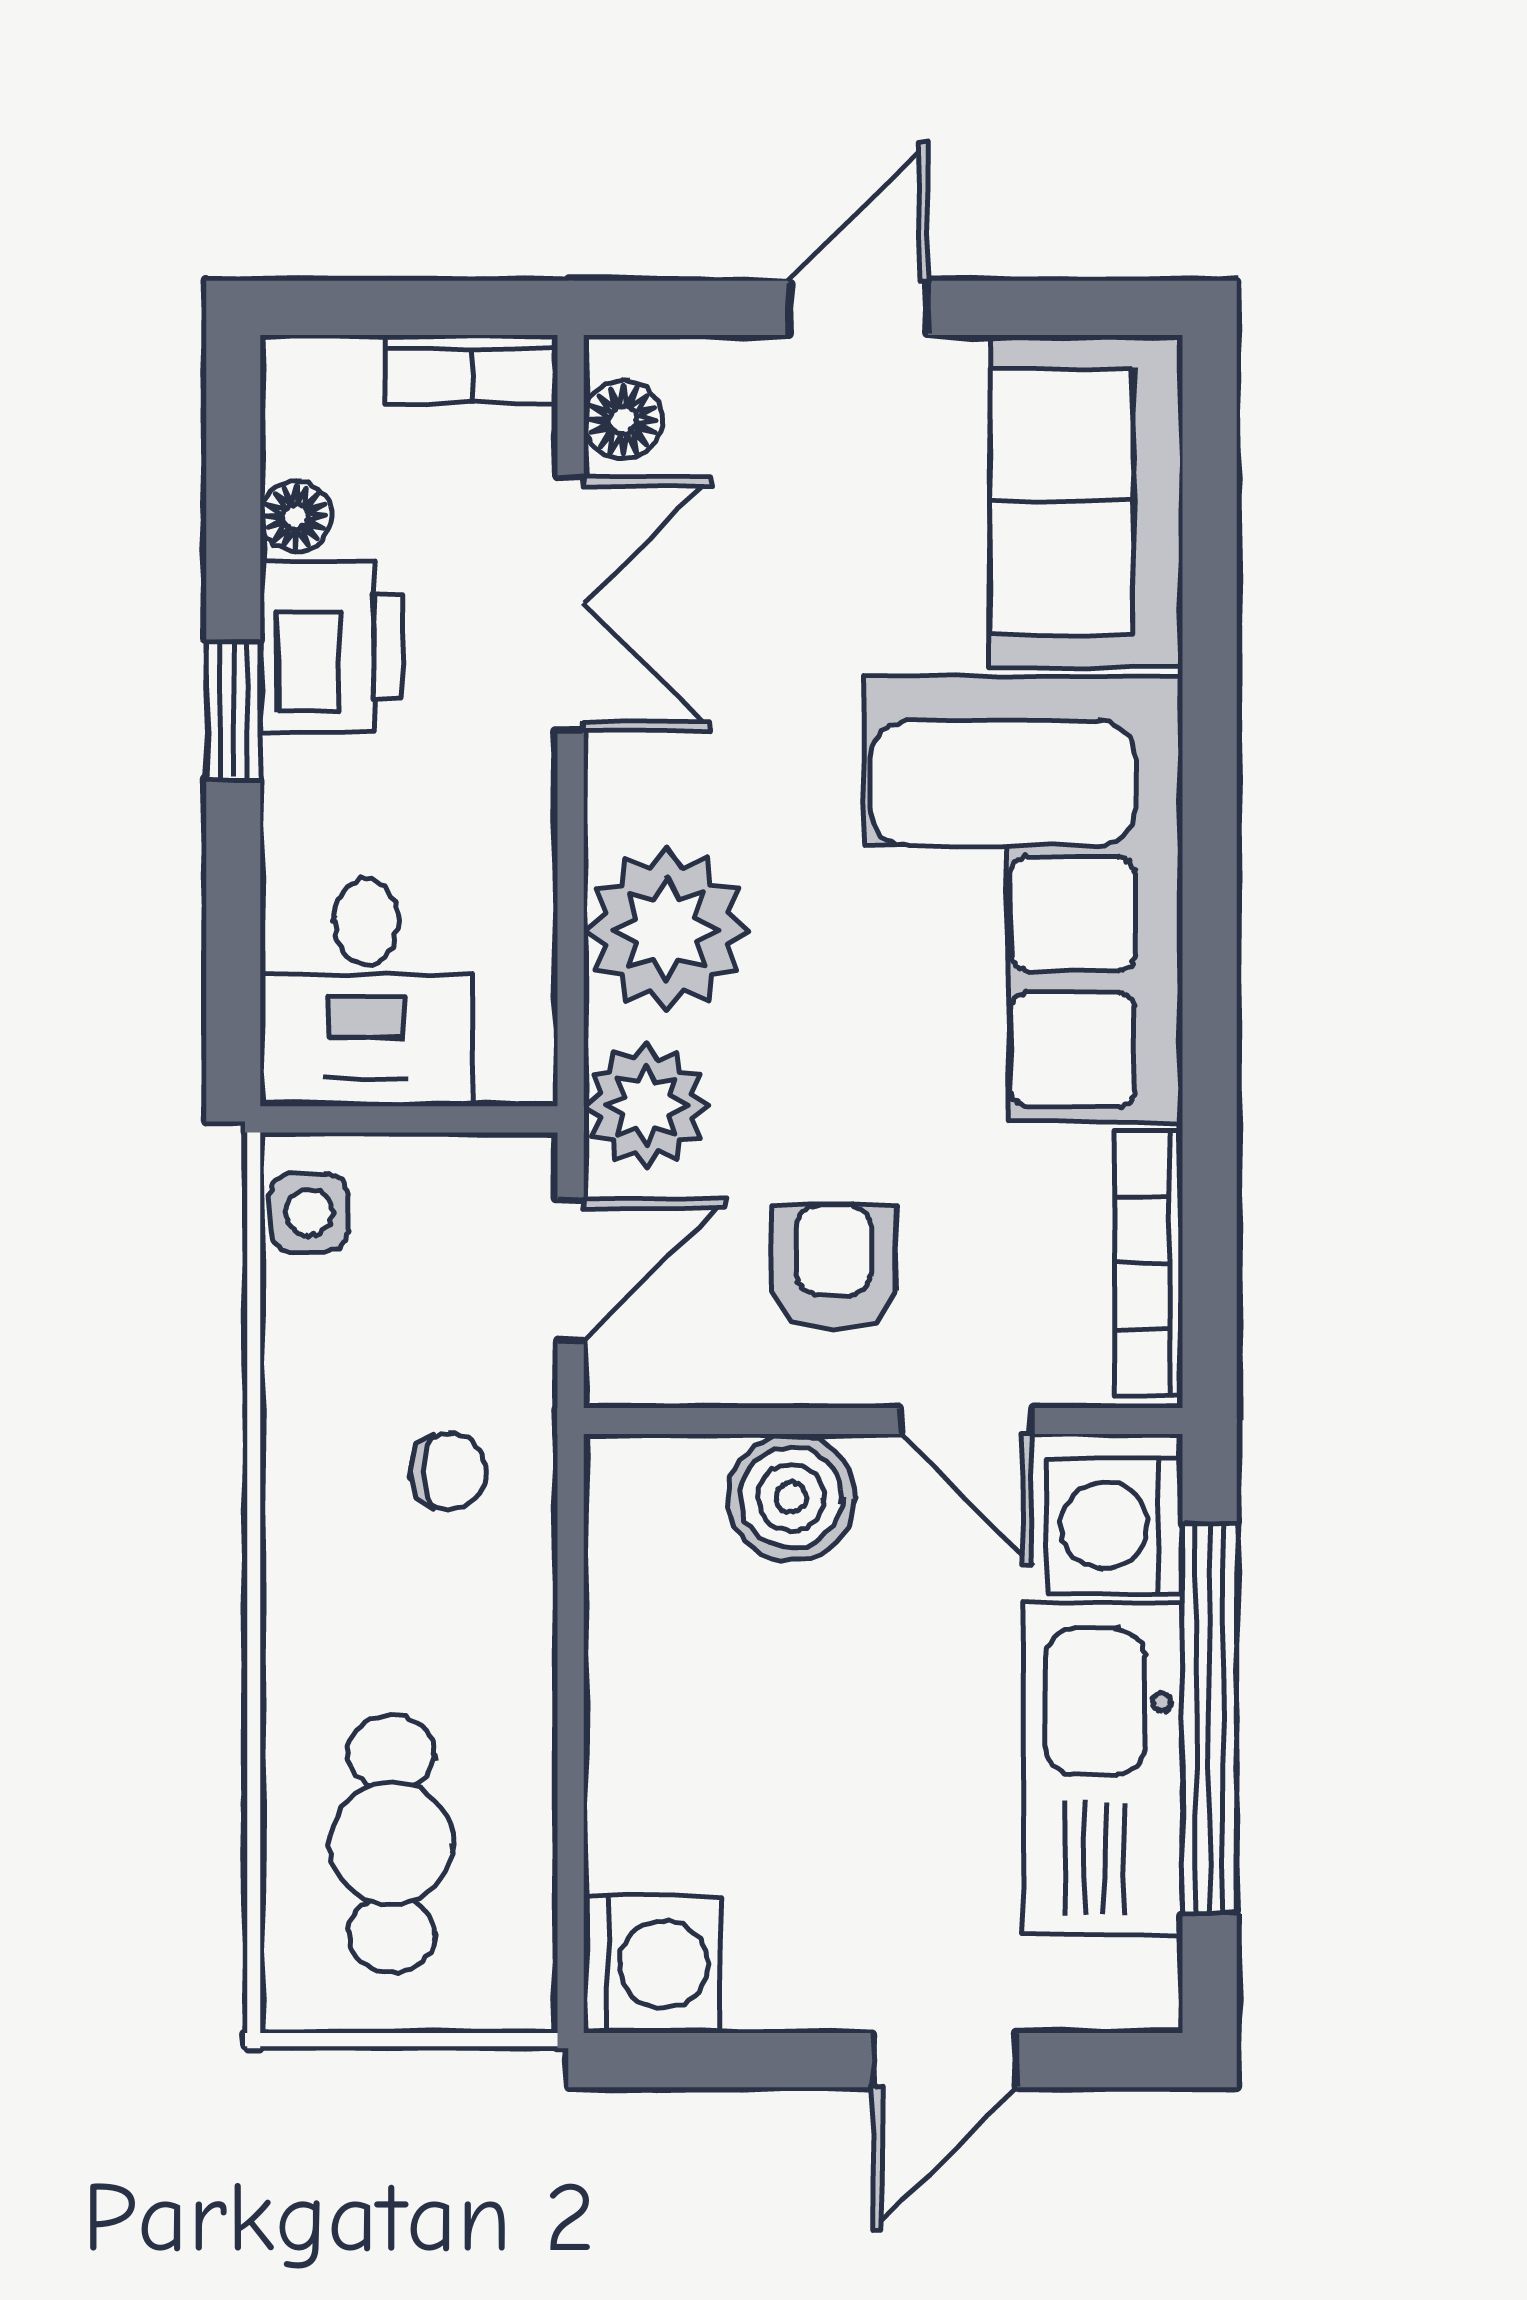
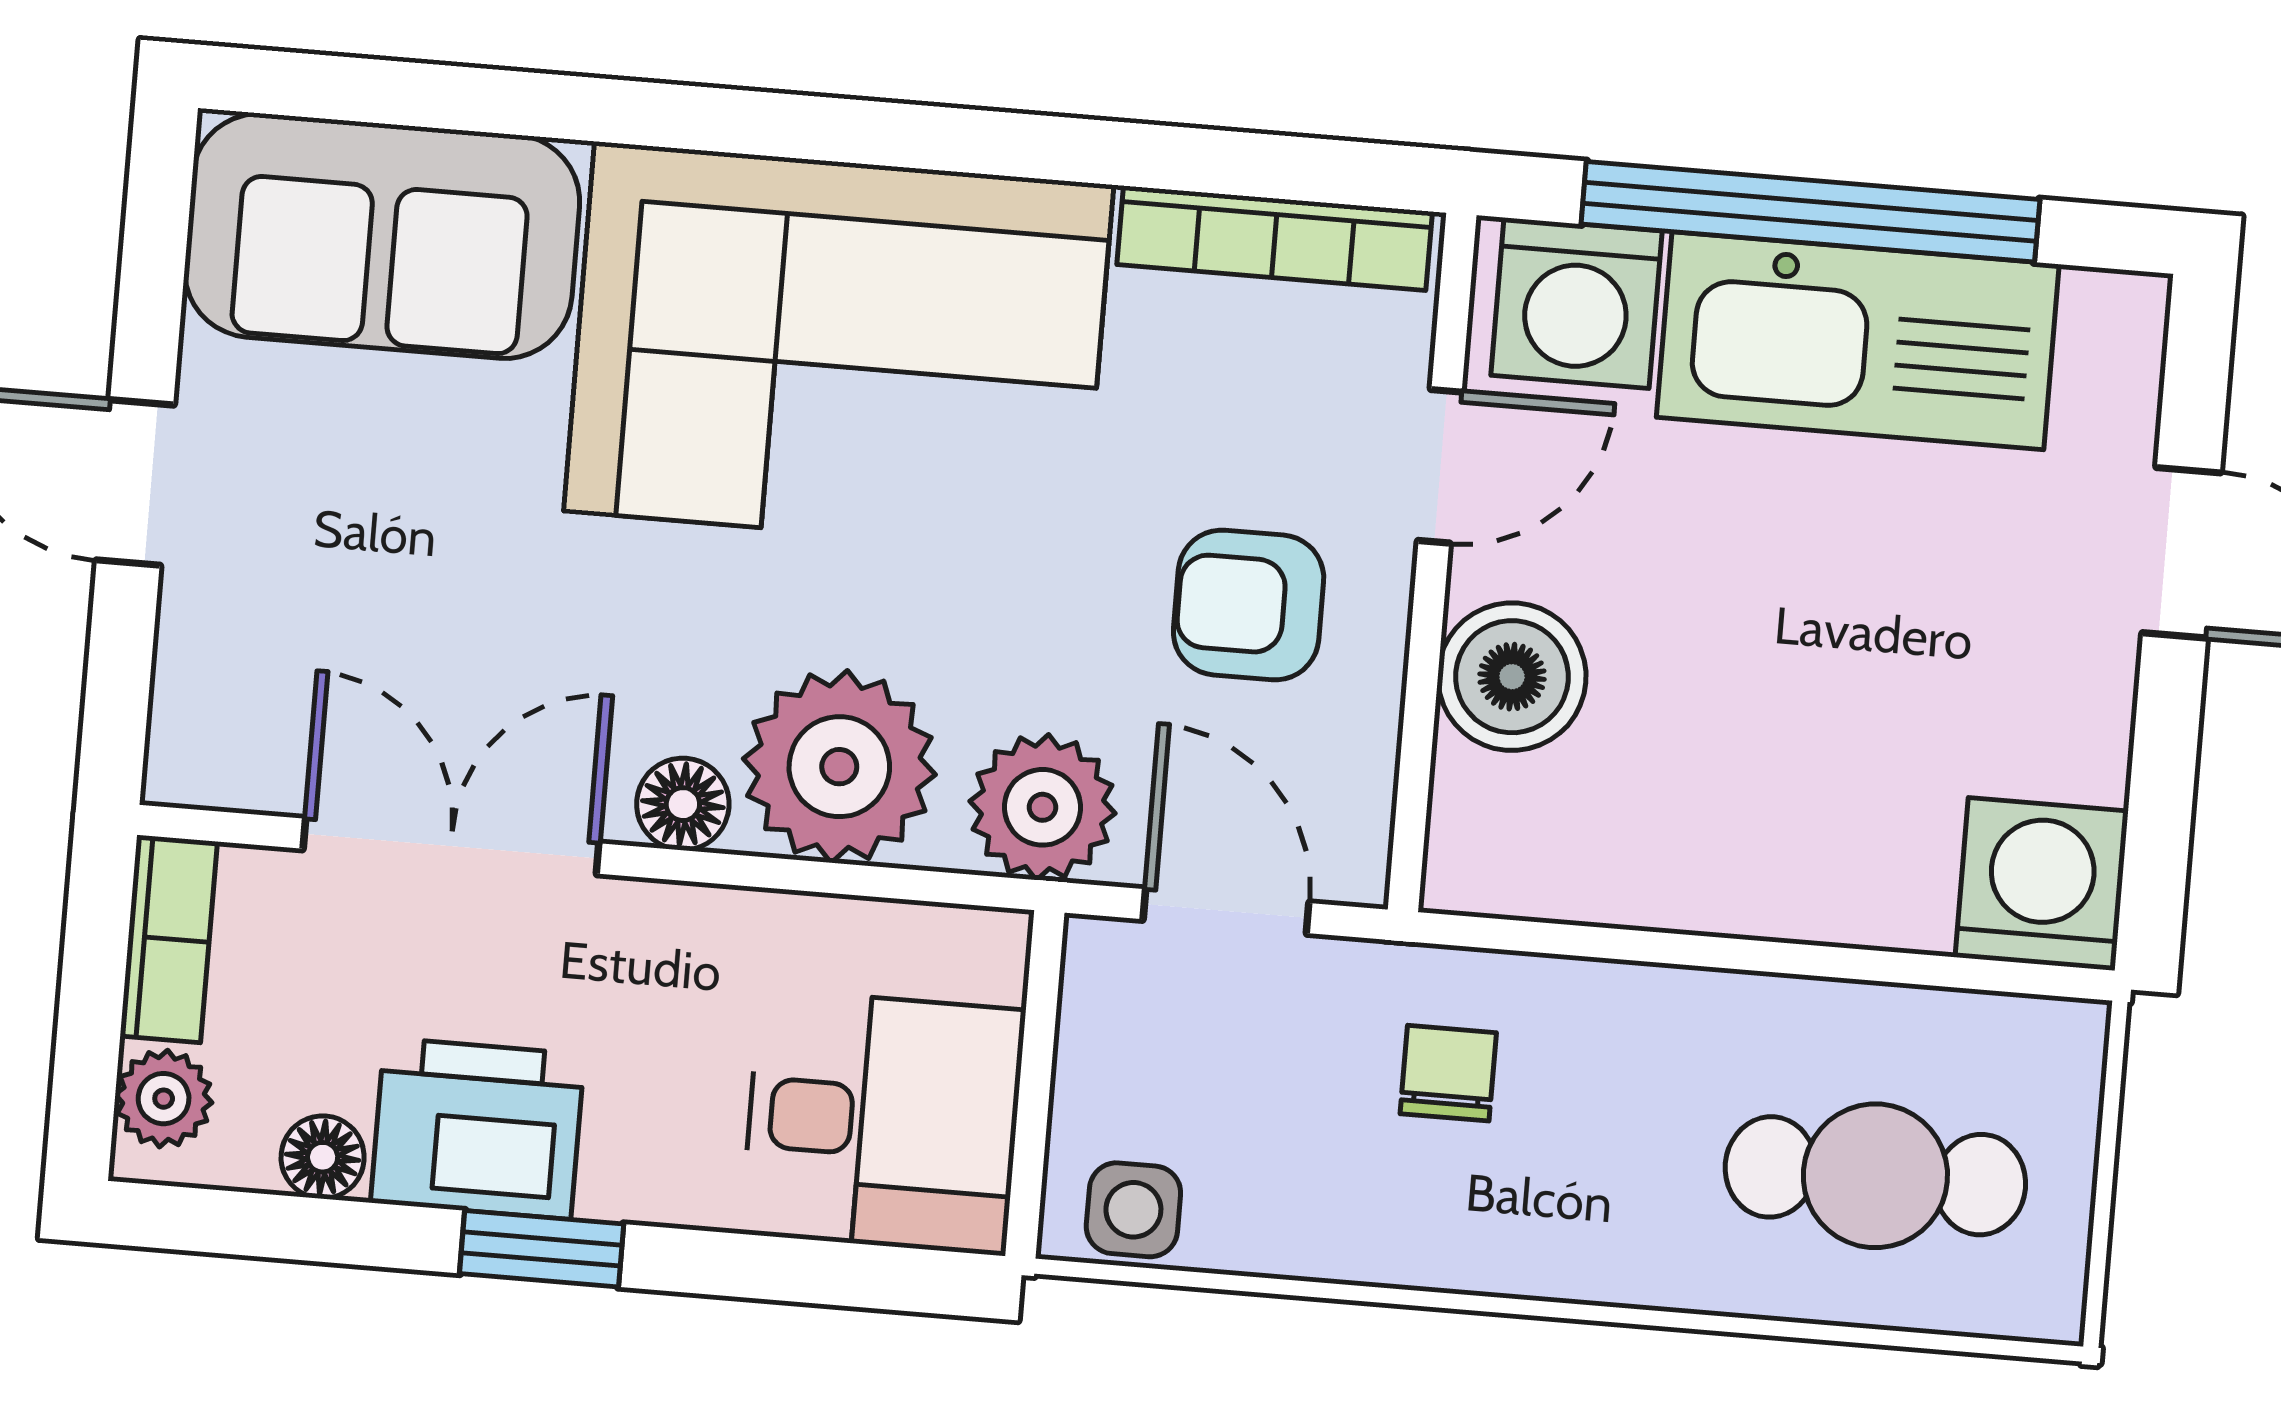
plant: (334, 376) -> (164, 1099), added
floor lamp: (623, 420) -> (683, 804), moved

